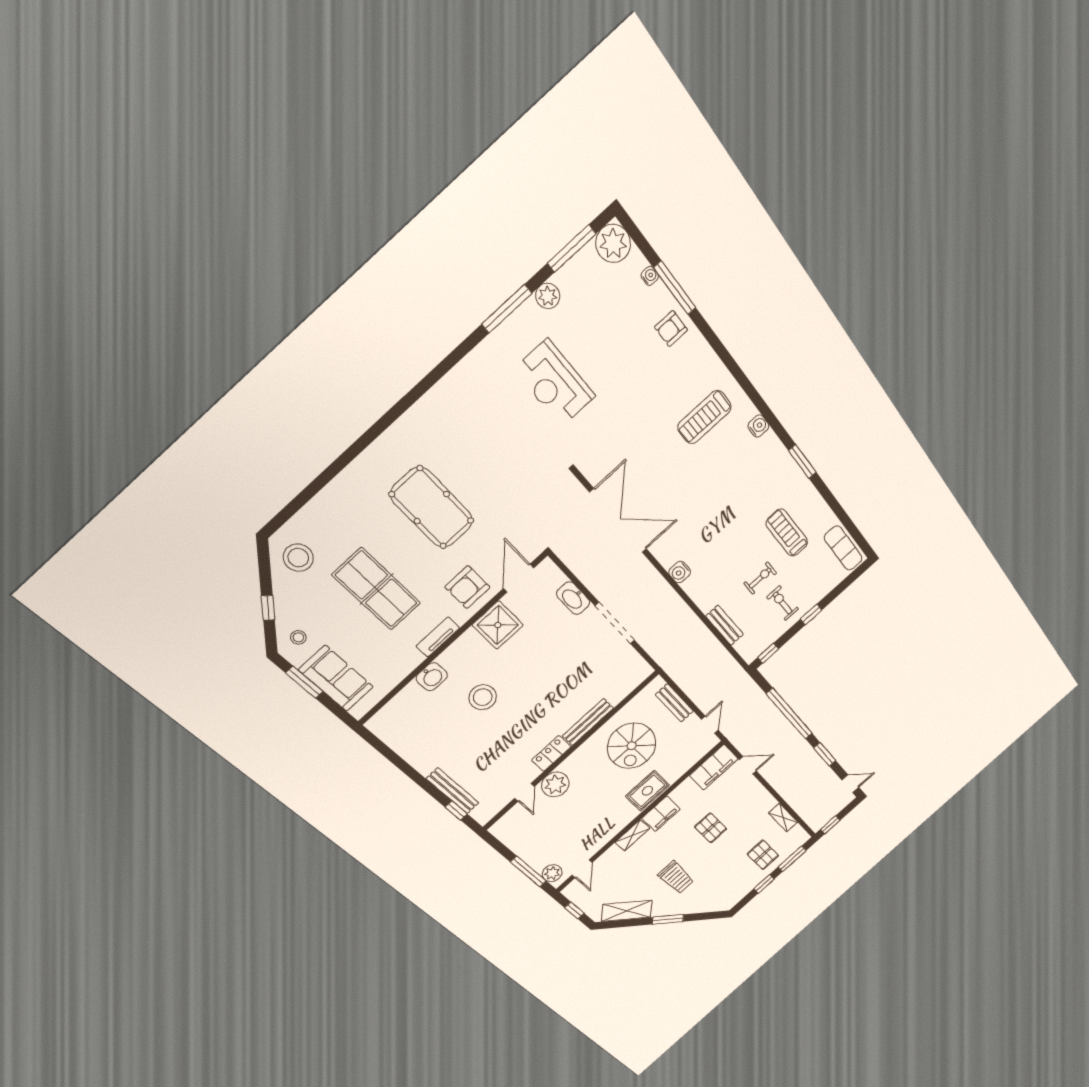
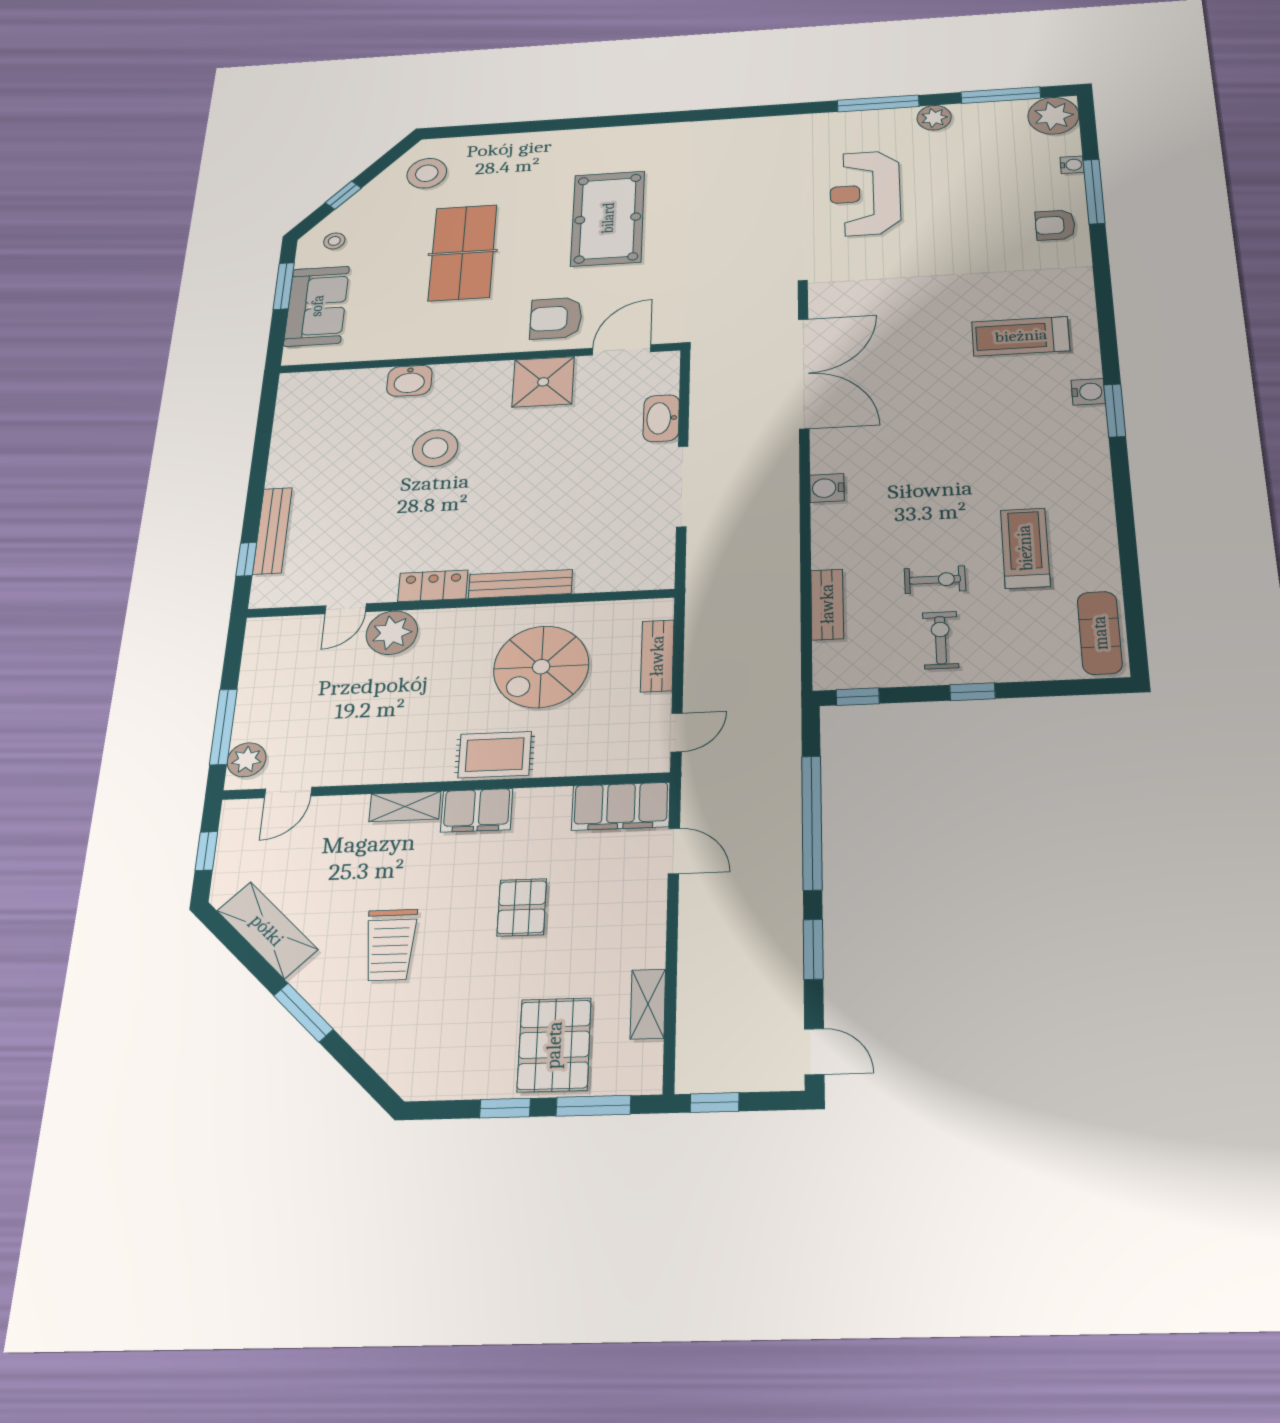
window: (802, 461) -> (1115, 410), moved
tv unit: (438, 637) -> (466, 345), removed
pallet: (763, 855) -> (554, 1045), width x1.50, depth x1.42

